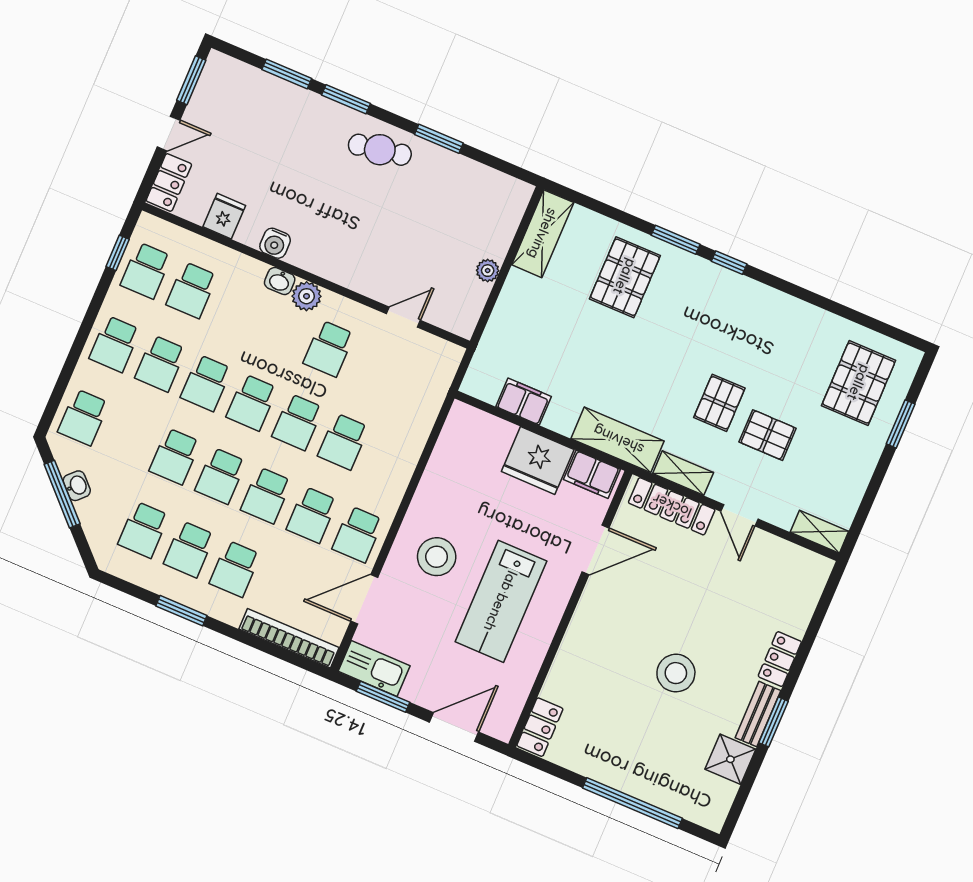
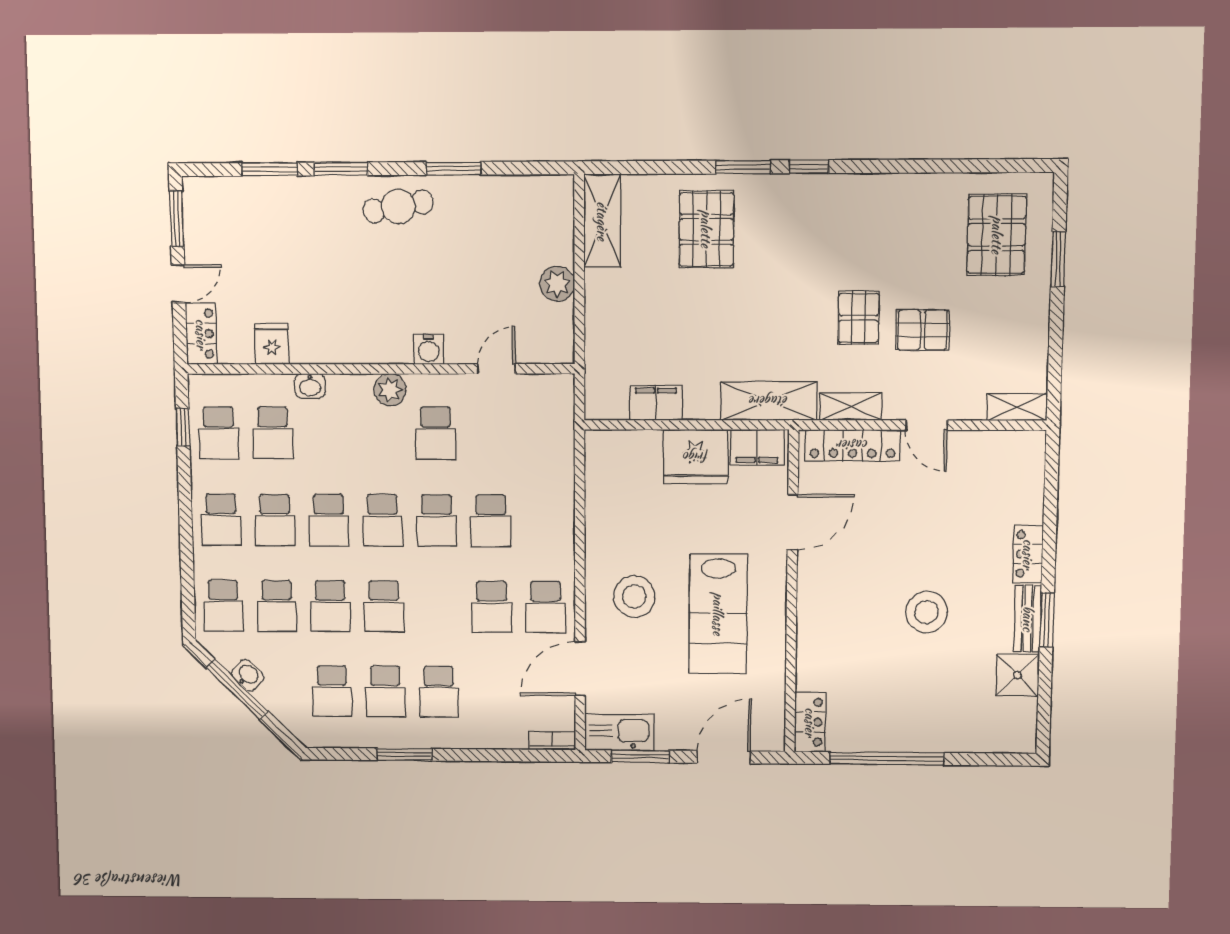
water cooler: (275, 243) -> (429, 349), moved
plant: (488, 271) -> (557, 284), width x1.38, depth x1.38
washbasin: (280, 281) -> (310, 386), moved
school desk: (266, 495) -> (277, 606), moved
bookcase: (289, 638) -> (552, 741), width x0.43, depth x0.76
window: (632, 803) -> (887, 758), moved

